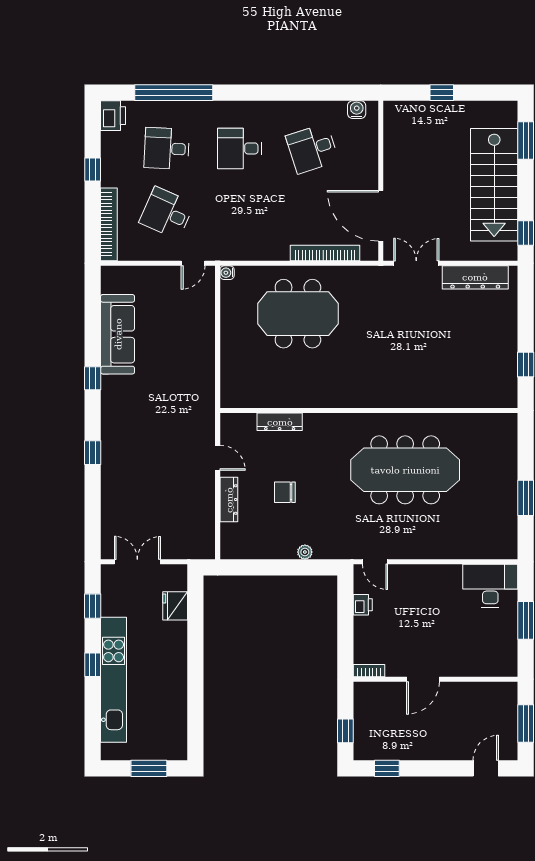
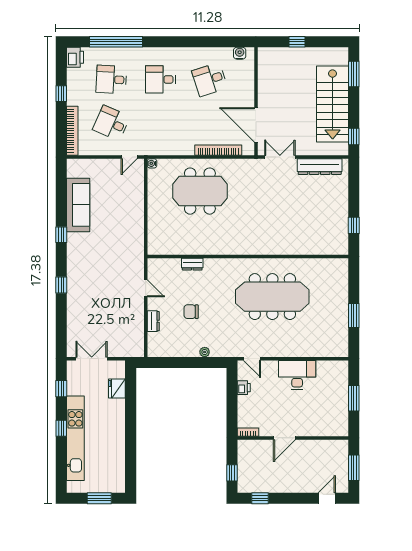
dresser: (280, 422) -> (192, 264), width x0.70
dresser: (229, 500) -> (153, 321), width x0.70
desk: (490, 586) -> (297, 375), moved

